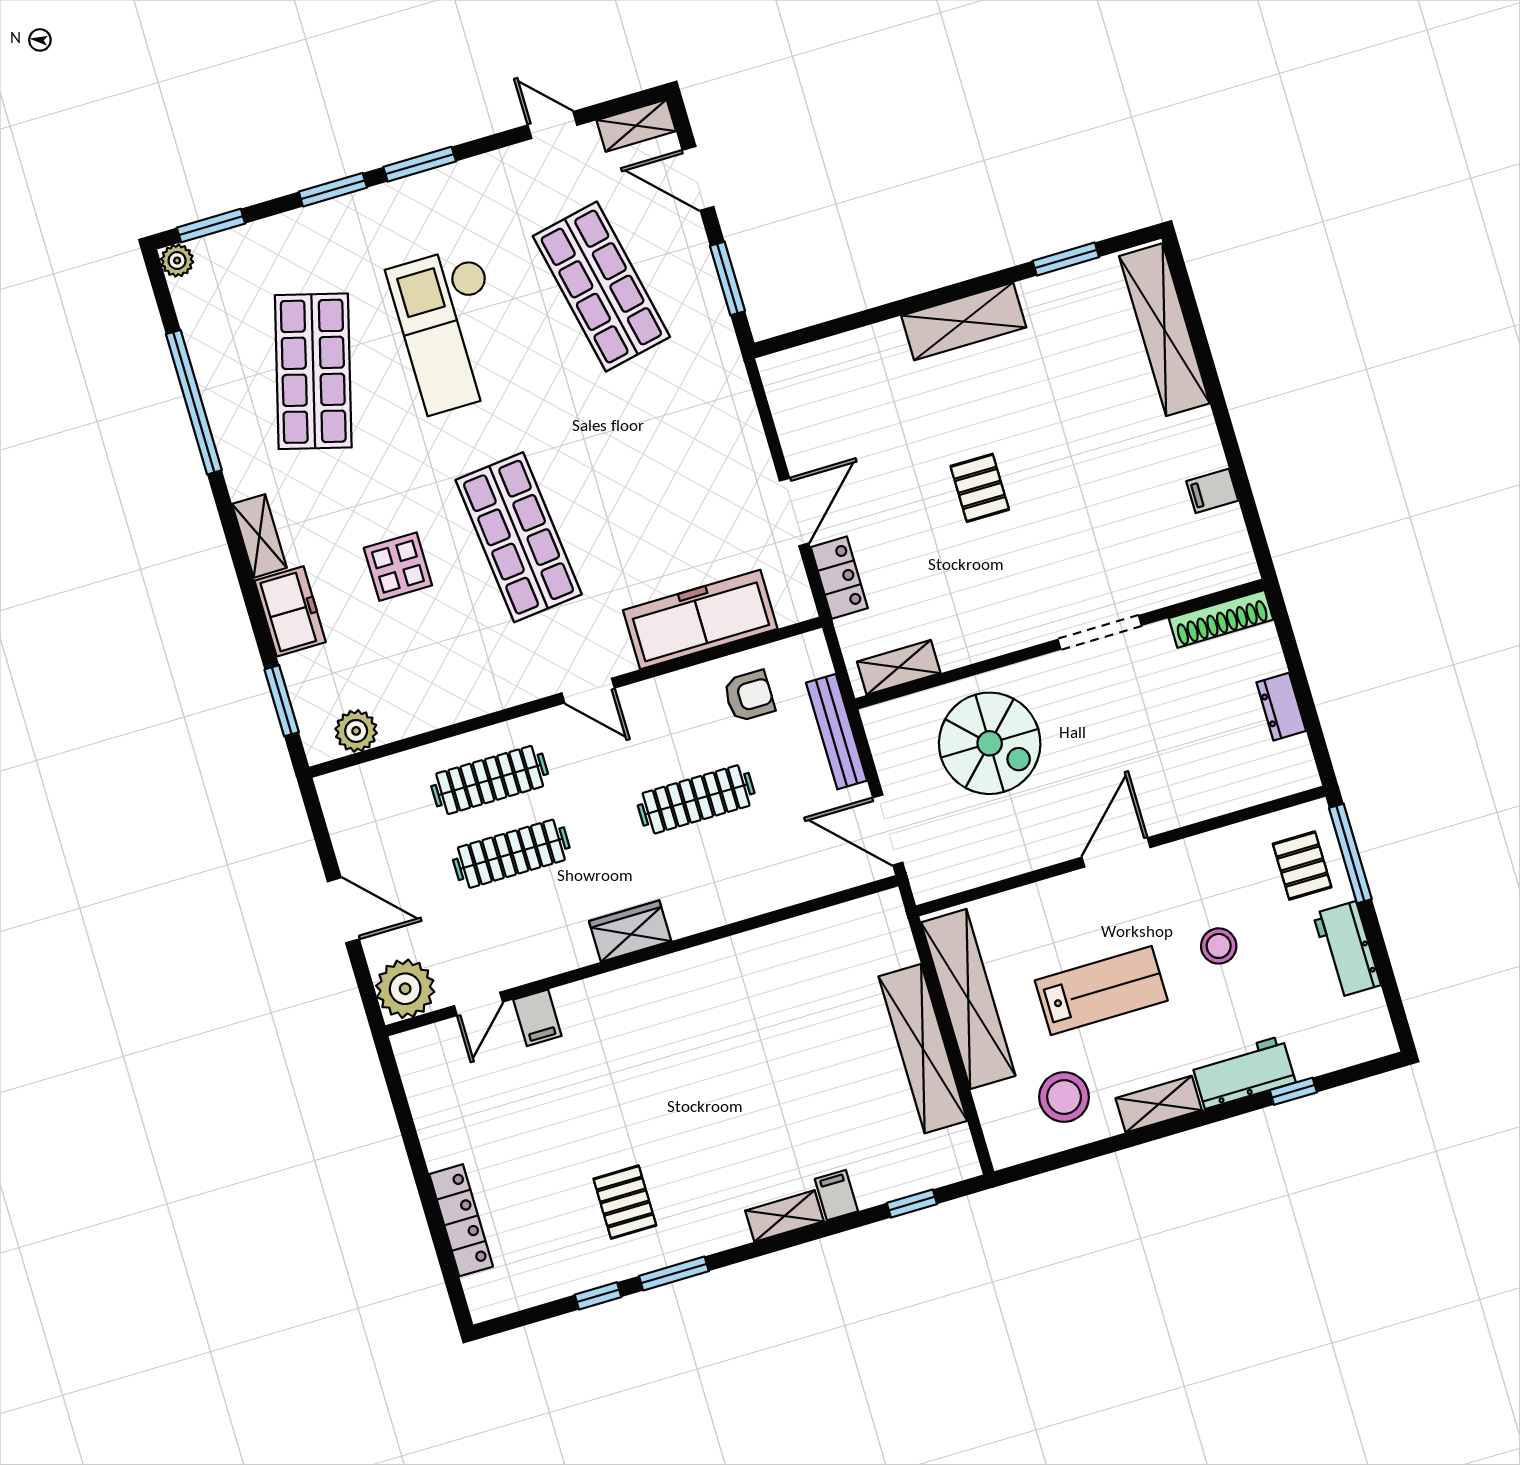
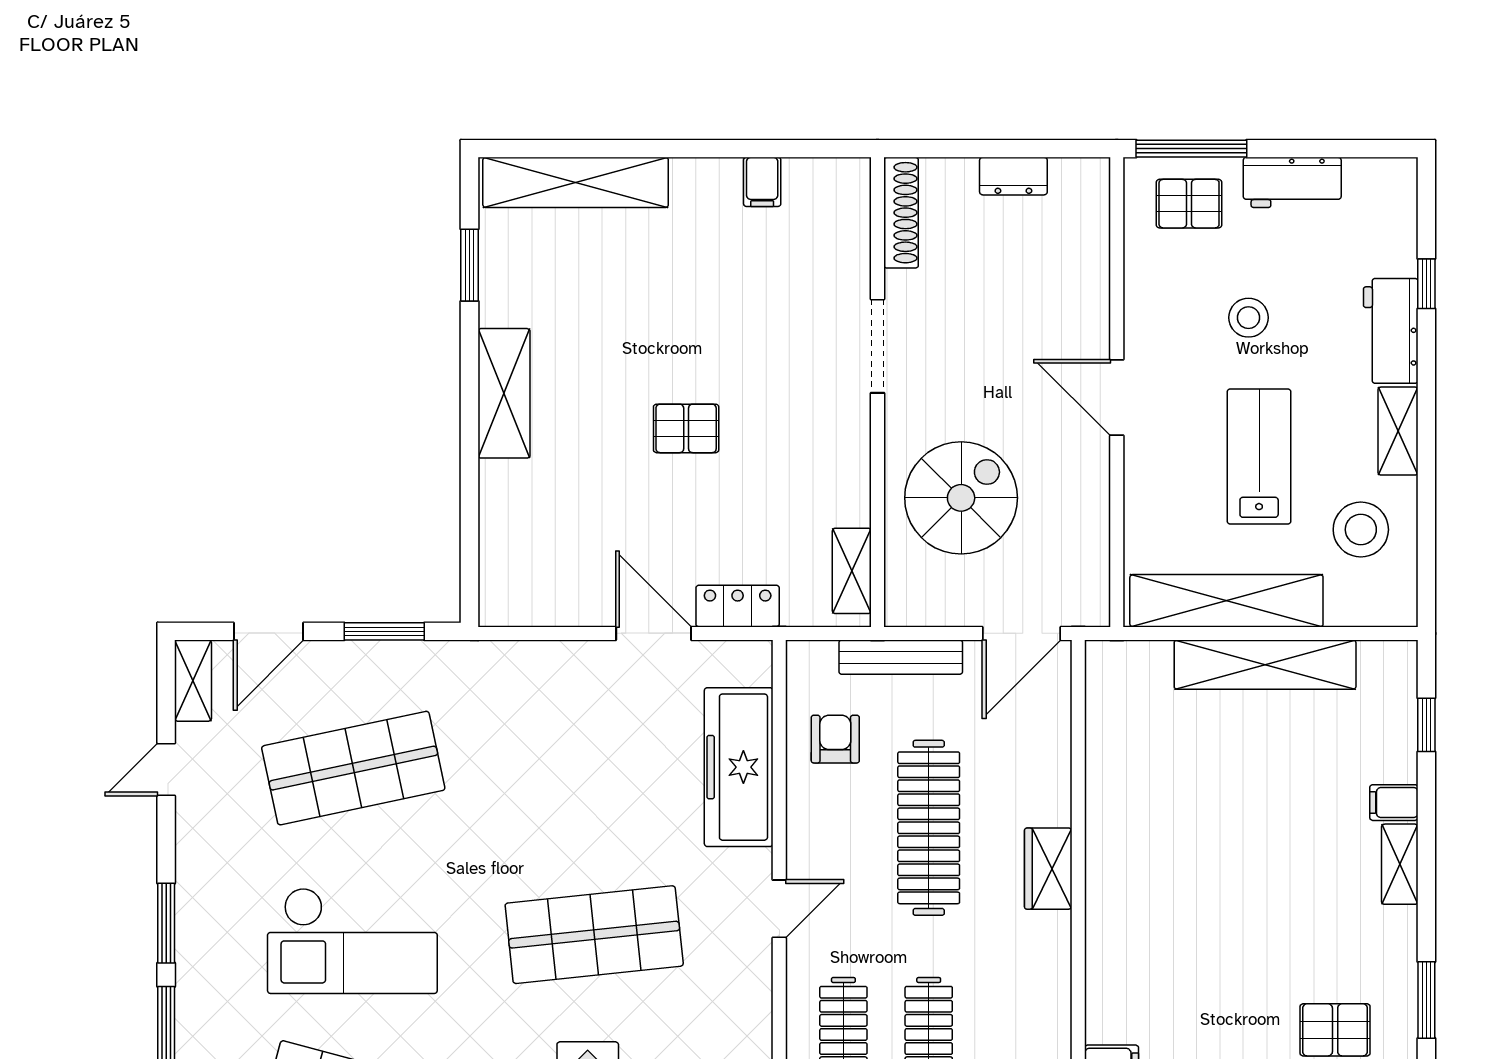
clothes rail: (696, 799) -> (929, 828), width x1.37, depth x1.31
wardrobe: (630, 931) -> (1048, 869), moved

